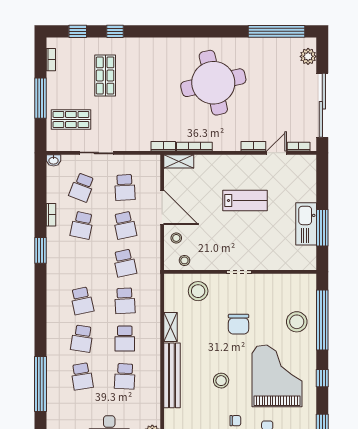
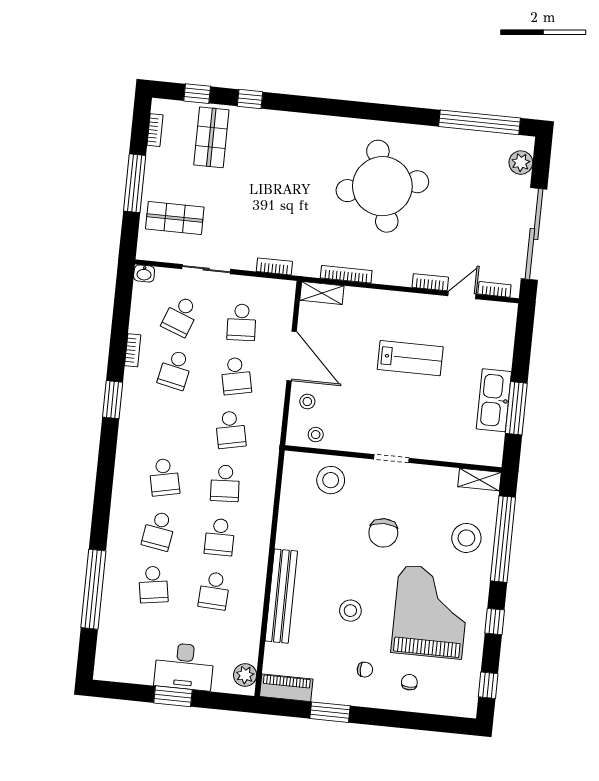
shop shelf: (105, 75) -> (211, 137), moved
bookcase: (163, 146) -> (274, 266), moved
shelving: (170, 327) -> (479, 480), moved, turned 90

